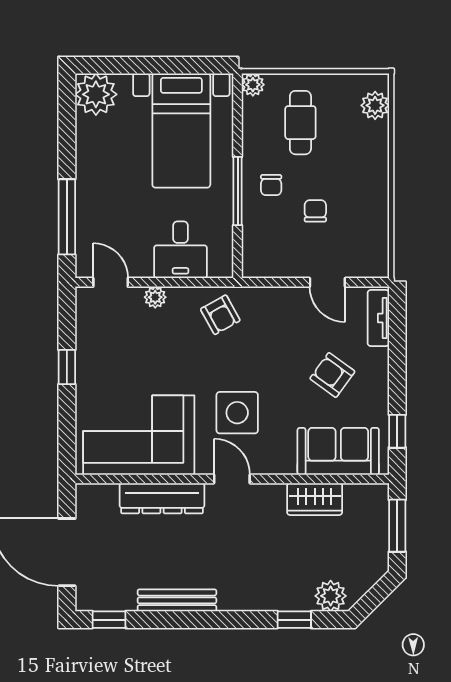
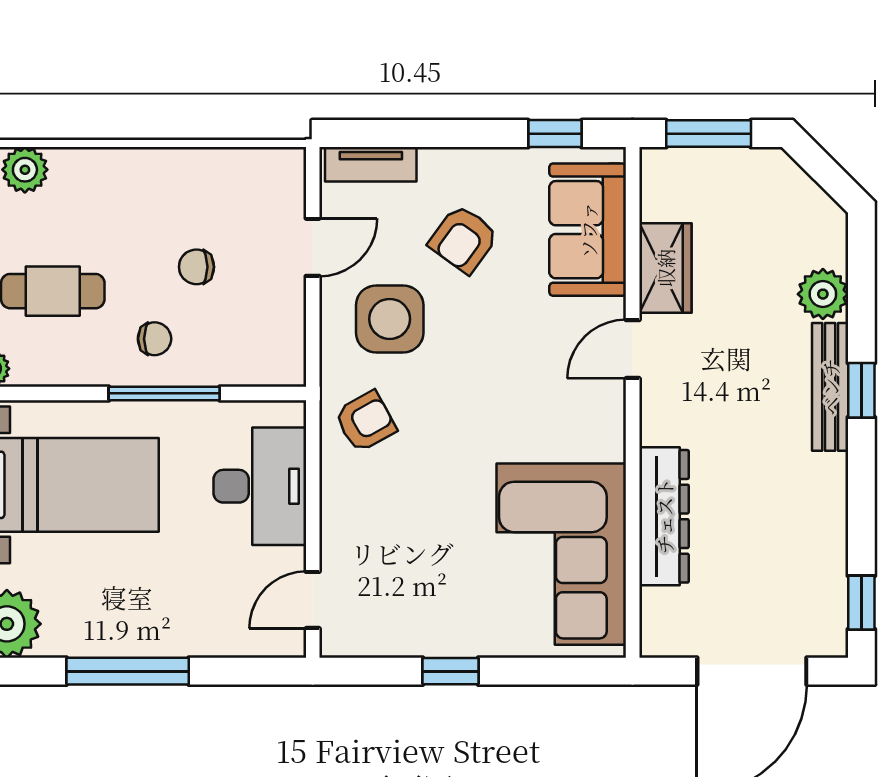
window: (67, 217) -> (128, 671), moved
desk: (181, 250) -> (260, 486), width x1.37
plant: (155, 297) -> (337, 527), removed
side table: (237, 413) -> (390, 319), moved
door: (232, 479) -> (633, 349), moved
plant: (331, 596) -> (823, 294), moved
bench: (177, 600) -> (830, 387), moved
window: (294, 620) -> (861, 390), moved

